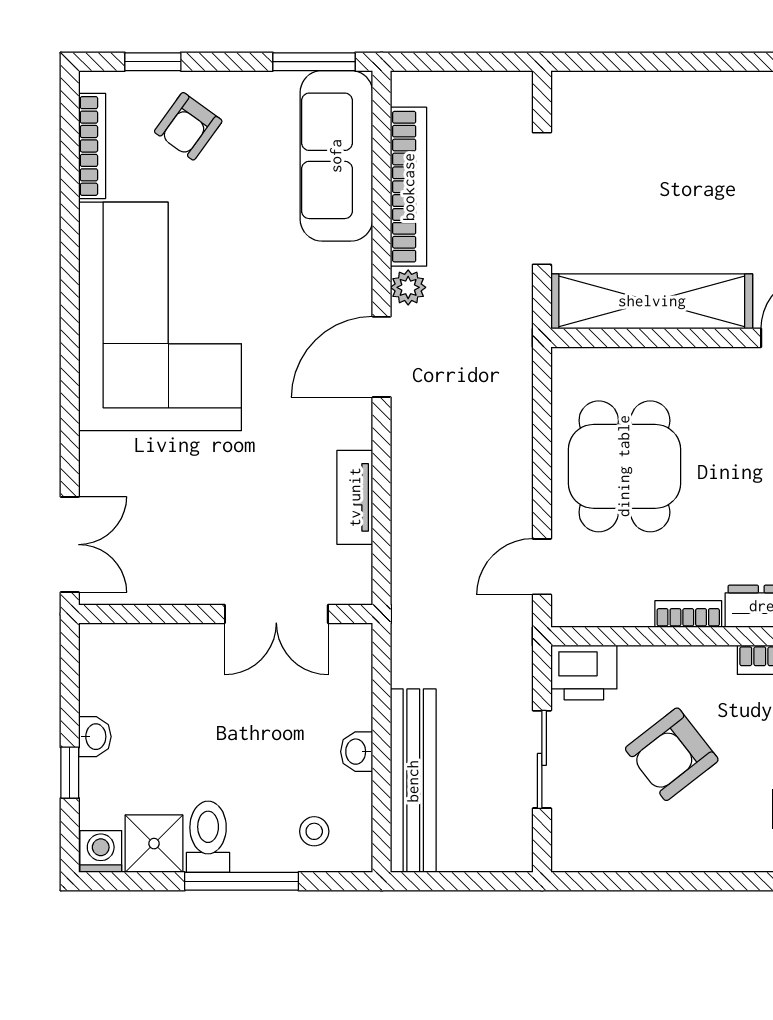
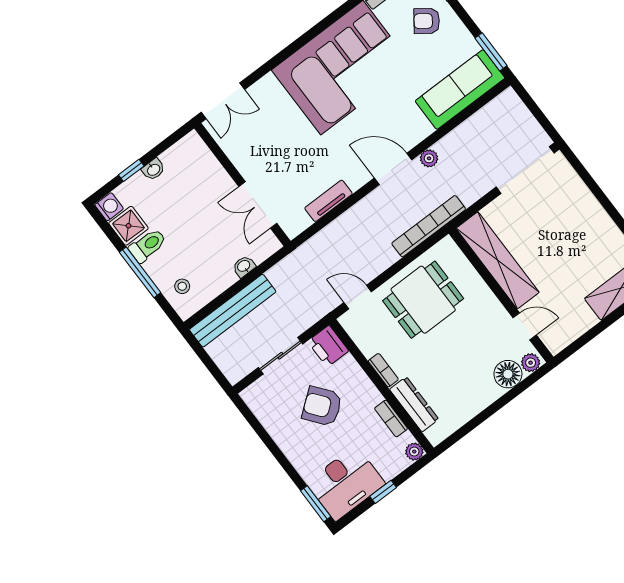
bookcase: (409, 187) -> (429, 226), moved, turned 180
doorway: (542, 198) -> (525, 170), moved
washbasin: (357, 752) -> (244, 266), moved

